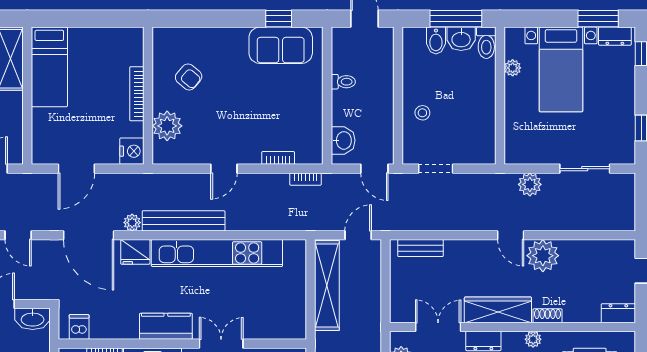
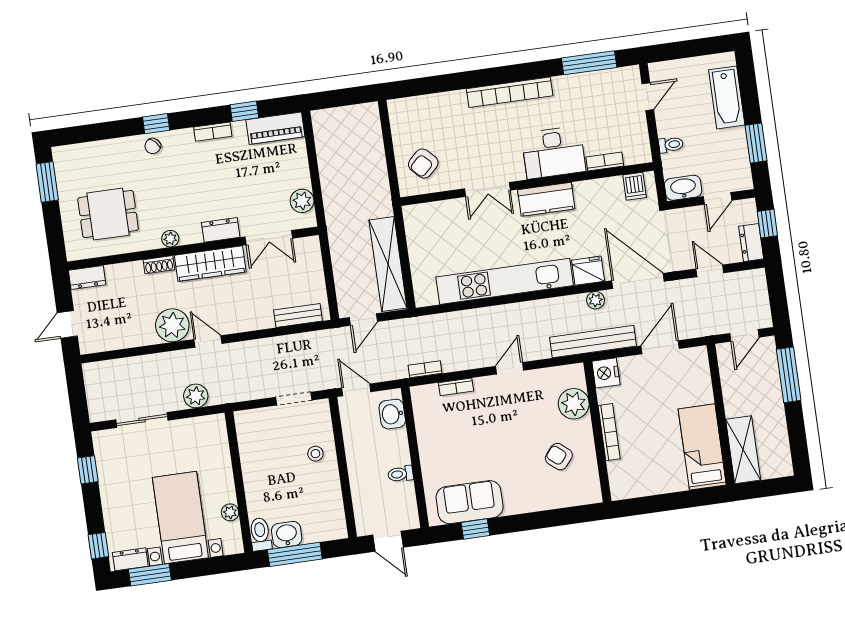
bidet: (436, 41) -> (312, 529), removed
bench: (184, 221) -> (593, 342), moved

